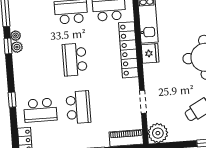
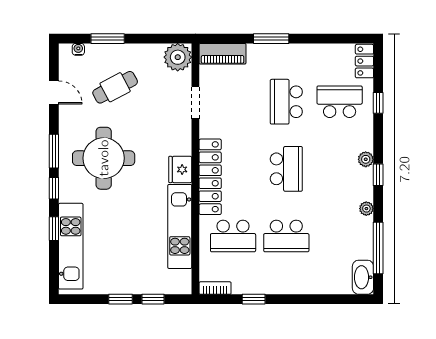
window: (8, 46) -> (378, 175), moved
plant: (17, 47) -> (366, 159), moved
window: (12, 100) -> (378, 103), moved

